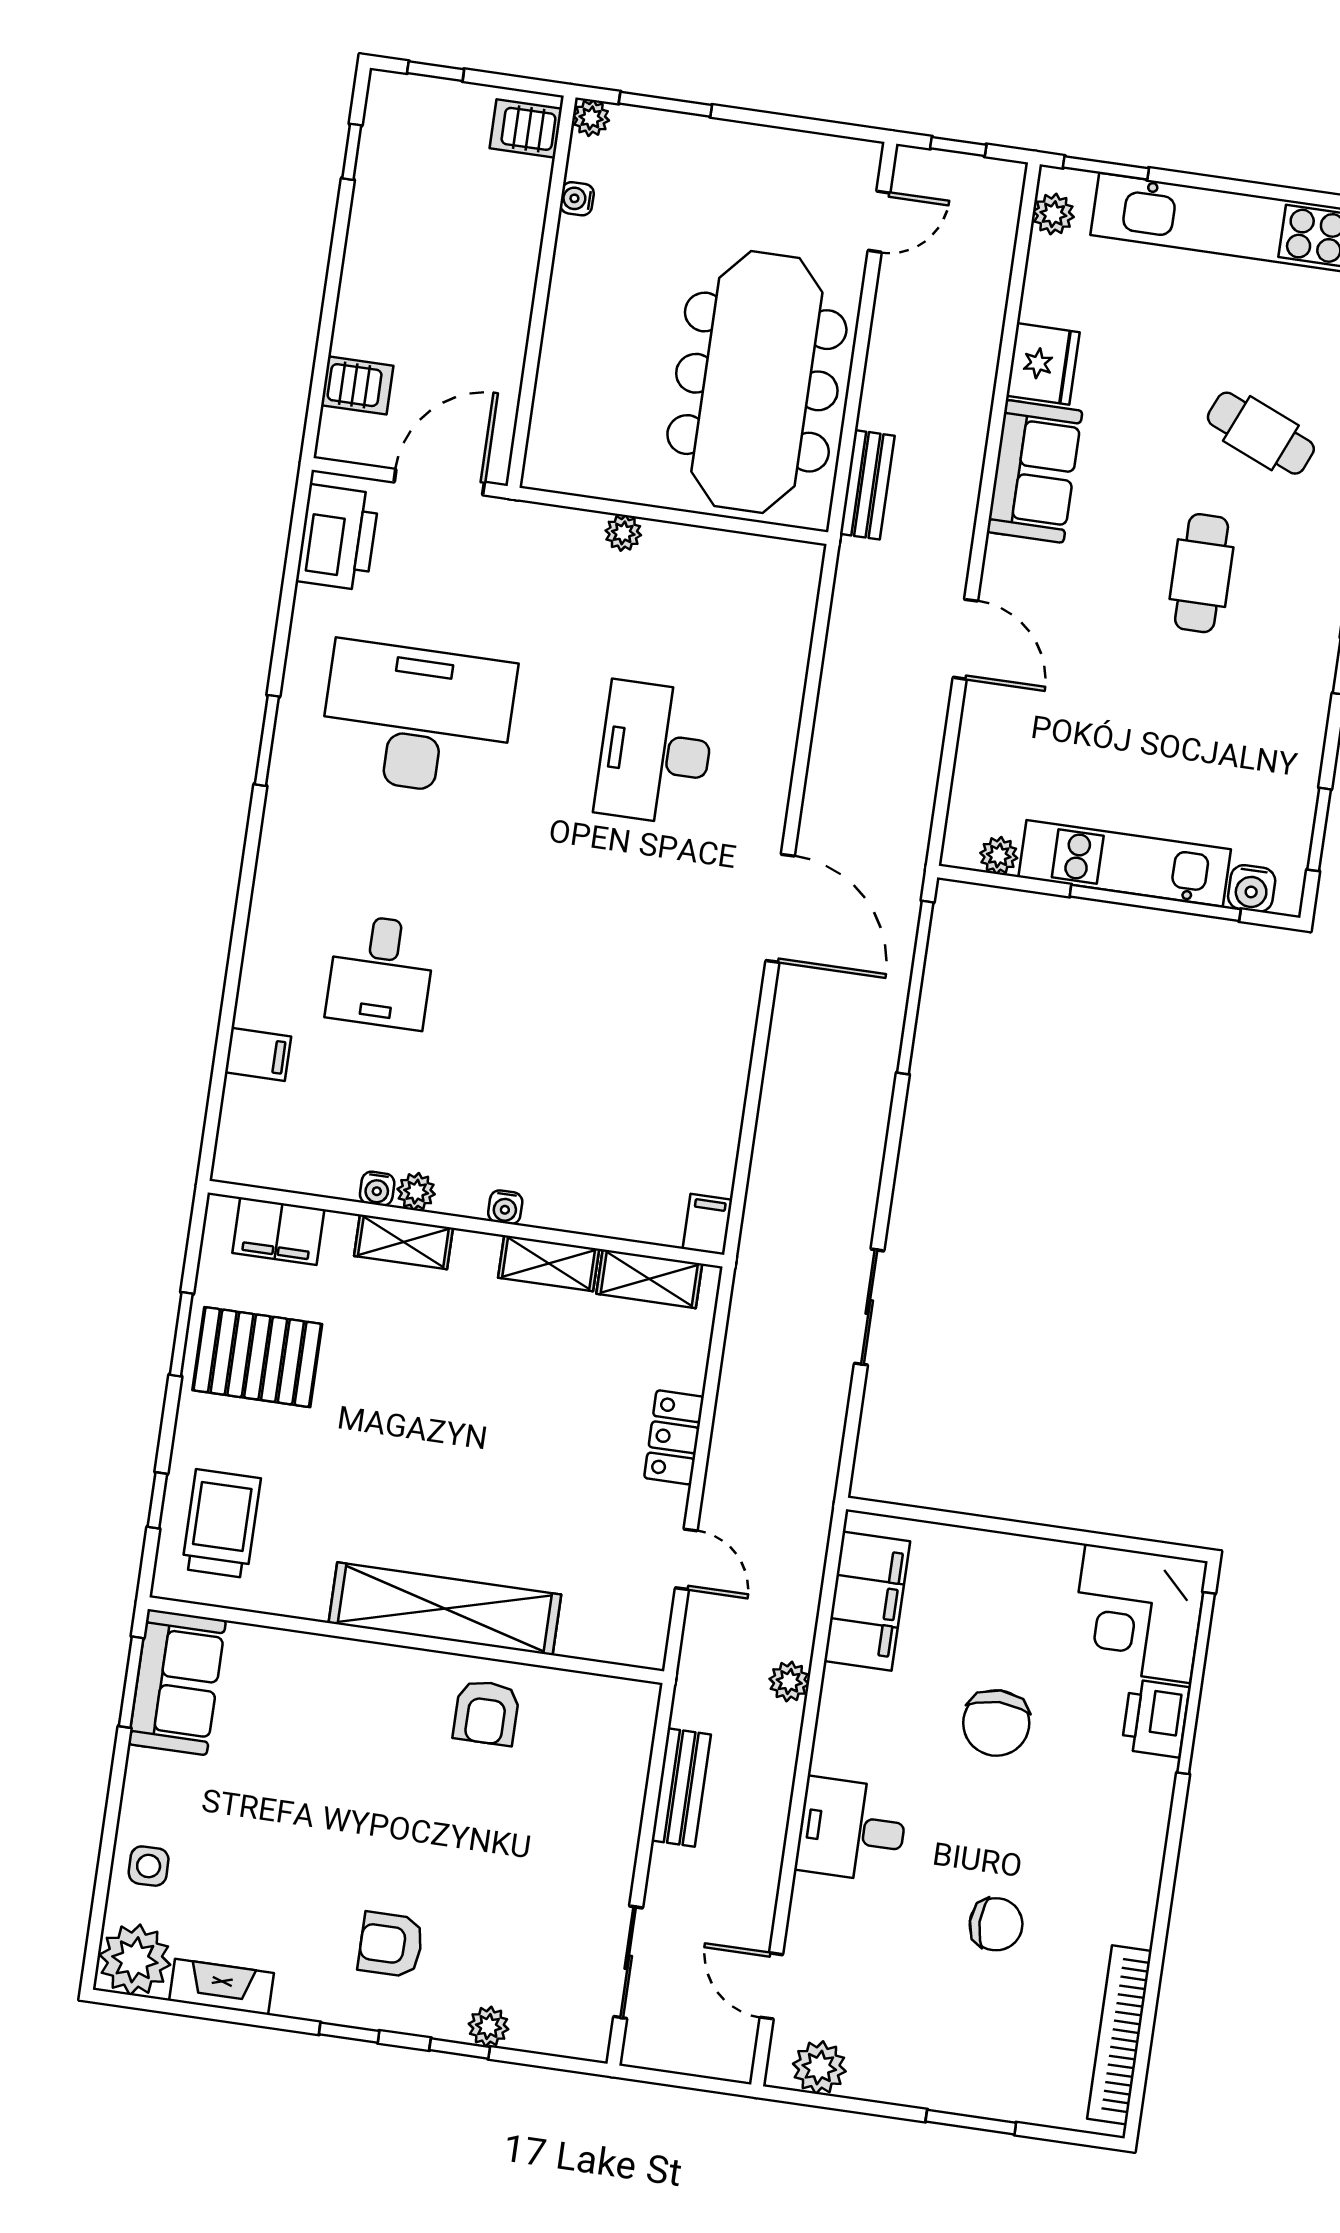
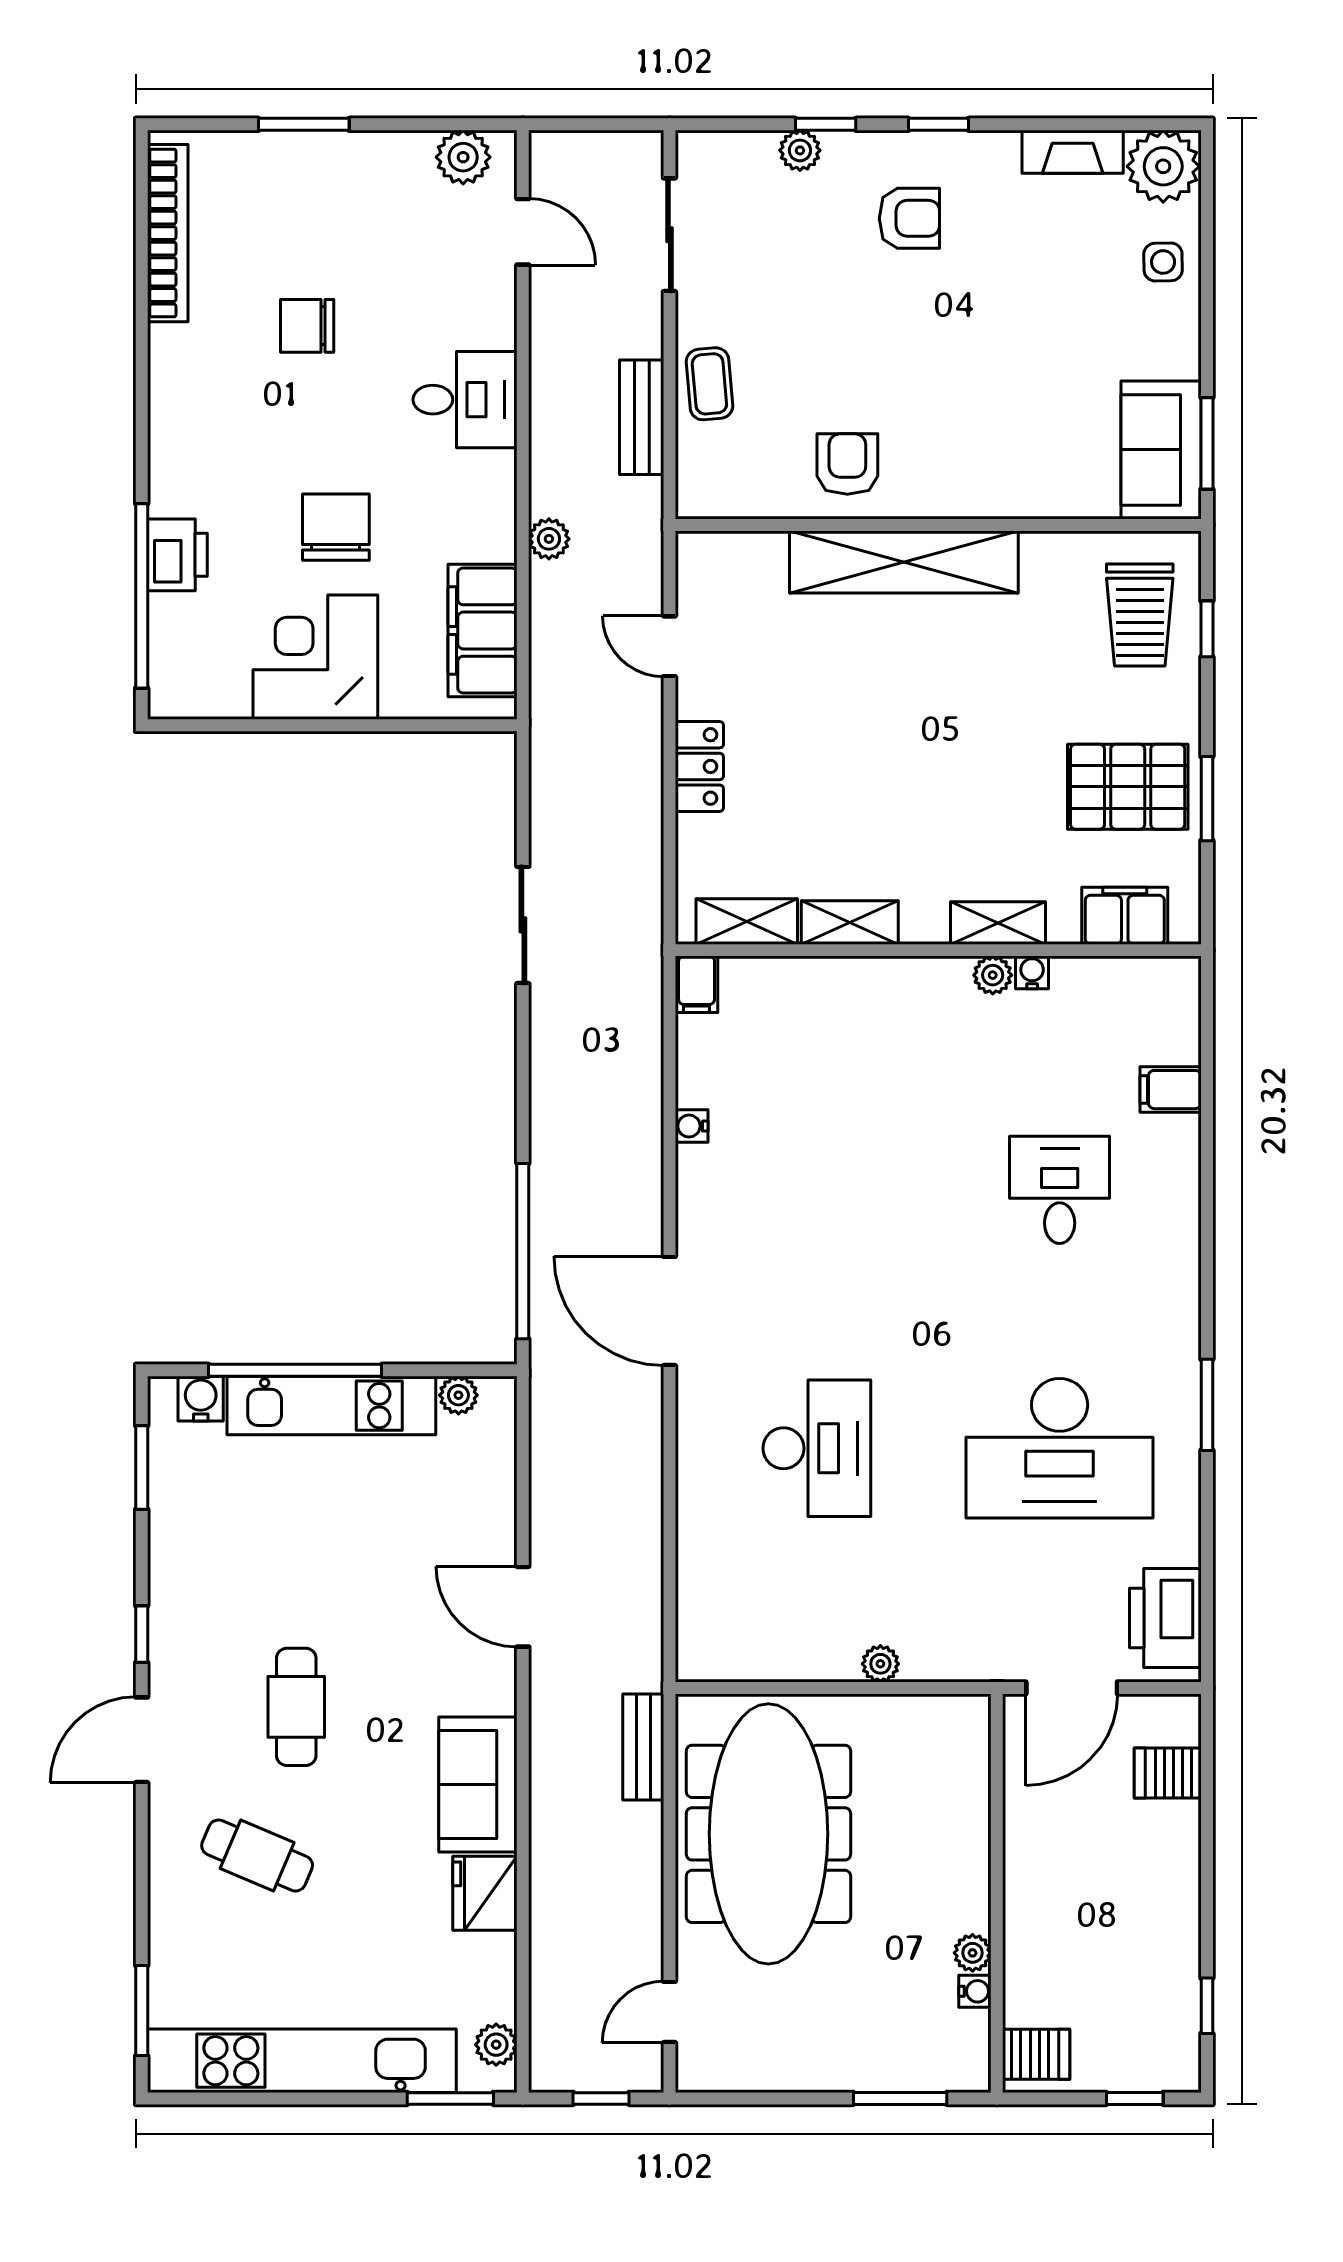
plant: (591, 118) -> (973, 1953), moved
water cooler: (505, 1207) -> (692, 1126), moved, turned -90
corner desk: (1138, 1614) -> (315, 657), moved, turned -90
coffee table: (610, 1811) -> (709, 384), added

